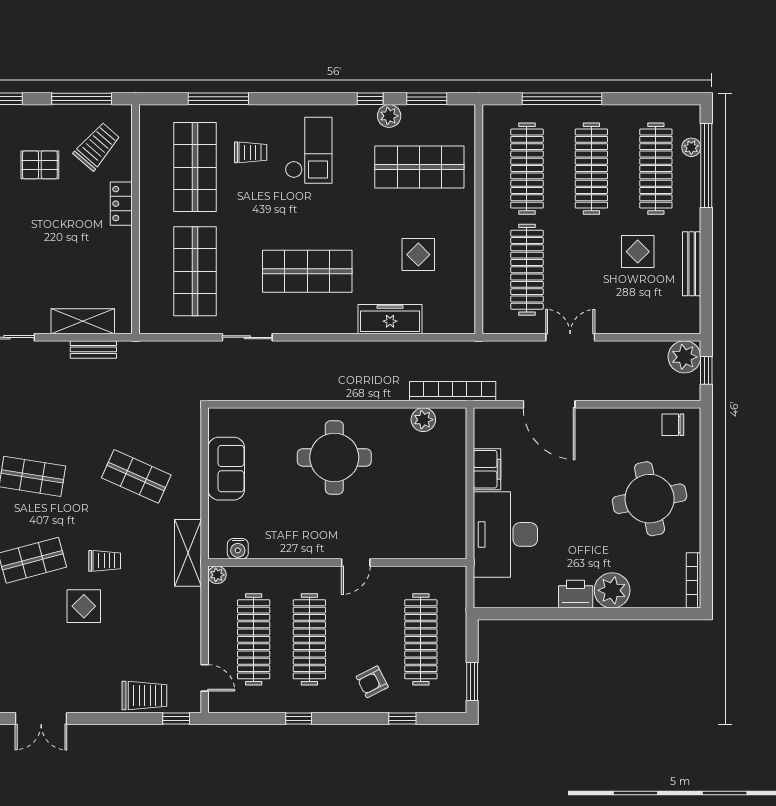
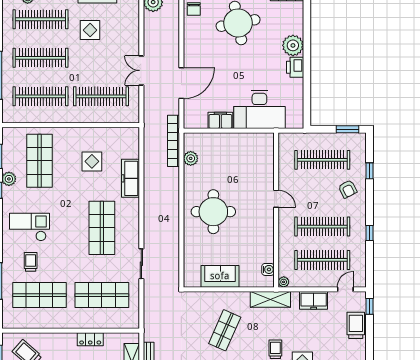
locker: (121, 204) -> (90, 339), moved
freezer: (186, 625) -> (314, 300), added

